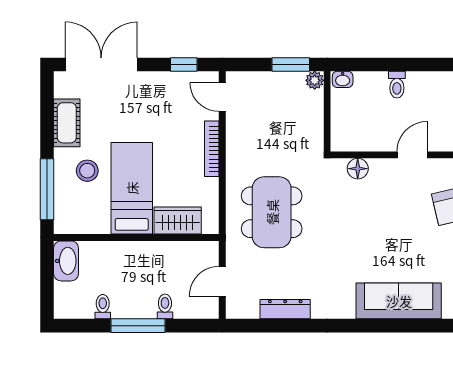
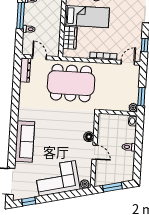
floor lamp: (358, 169) -> (89, 137), moved
dining table: (272, 212) -> (71, 83), width x1.36, depth x1.24
dresser: (285, 309) -> (25, 70), moved

